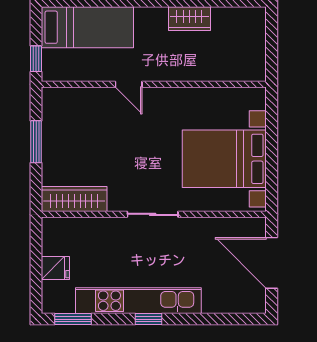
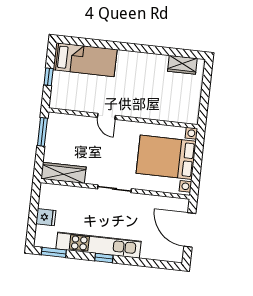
wardrobe: (189, 19) -> (182, 65), moved
door: (129, 84) -> (106, 116), moved
wall: (154, 84) -> (123, 118), moved

